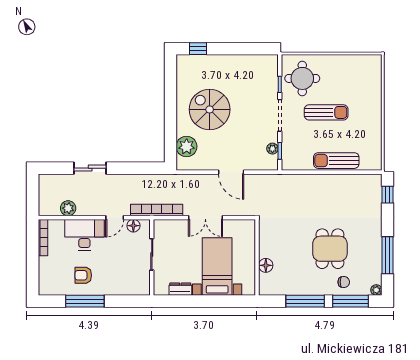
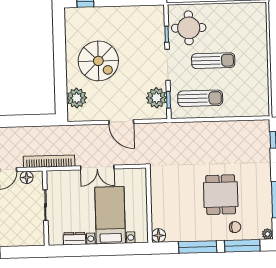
spiral stairs: (210, 109) -> (98, 61), turned 180
plant: (272, 149) -> (156, 98), width x1.88, depth x1.88
sun lounger: (336, 161) -> (200, 98), moved, turned 180
floor lamp: (266, 265) -> (159, 235), moved

